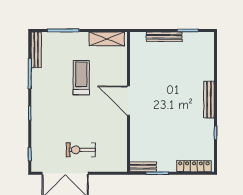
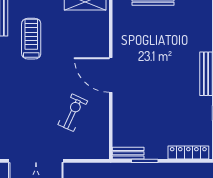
treadmill: (81, 78) -> (31, 39), moved
exercise bike: (81, 150) -> (73, 113), moved, turned 115

